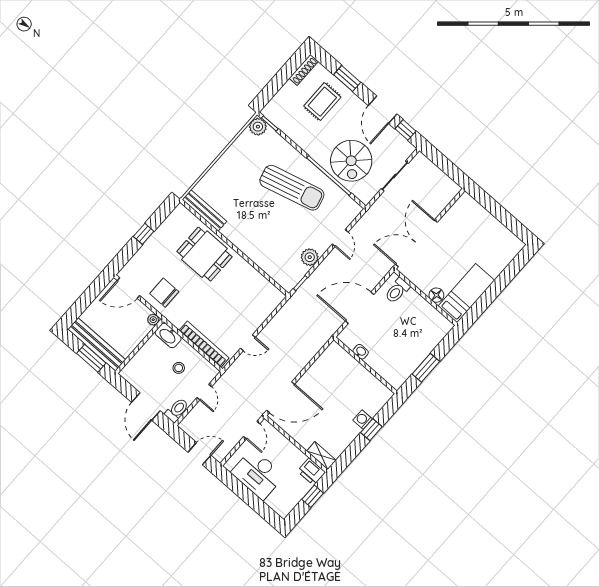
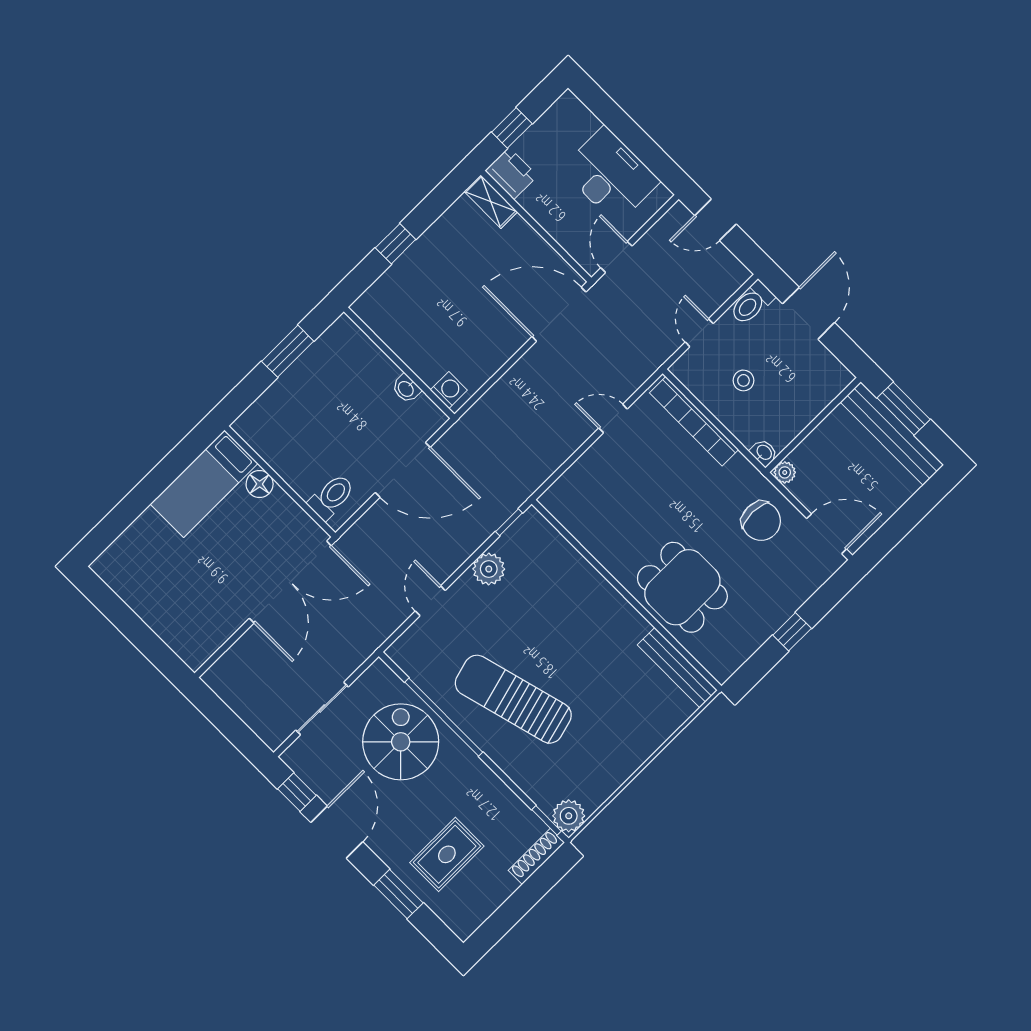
shoe rack: (304, 70) -> (536, 856), moved
washbasin: (168, 335) -> (764, 453), width x0.52, depth x0.69
washing machine: (363, 420) -> (449, 390), moved, turned -90

